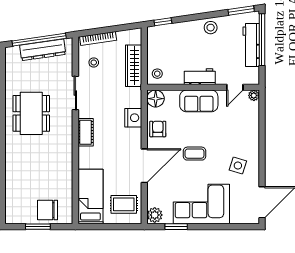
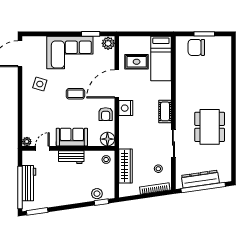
stool: (211, 28) -> (97, 194), moved
nightstand: (133, 118) -> (126, 108), moved
rug: (124, 204) -> (137, 62), moved
chair: (47, 210) -> (196, 47), turned 180

